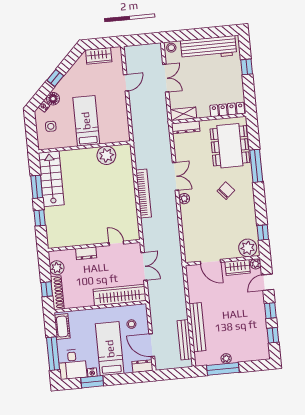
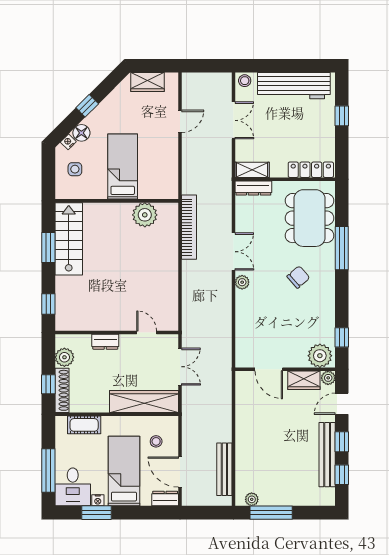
bookcase: (144, 194) -> (189, 227), moved
window: (40, 218) -> (48, 304), moved
cot: (62, 327) -> (84, 425), moved, turned 90
bench: (198, 327) -> (327, 455), moved
plant: (226, 359) -> (252, 499), moved

